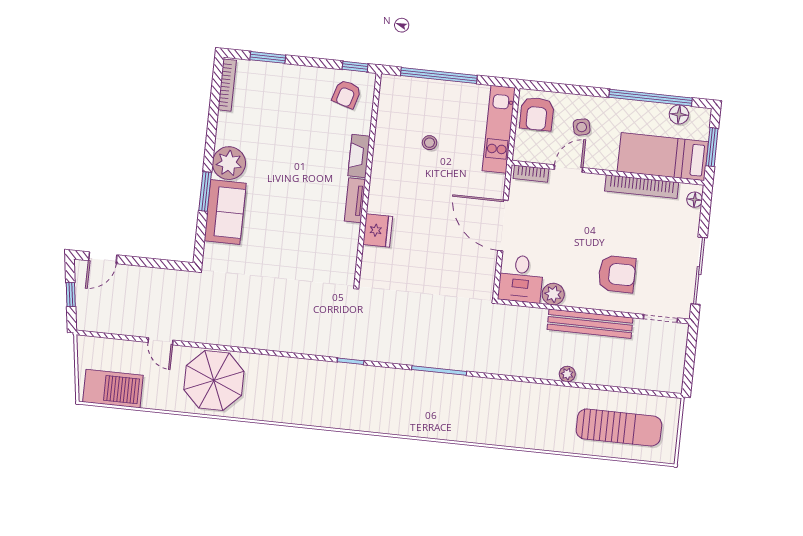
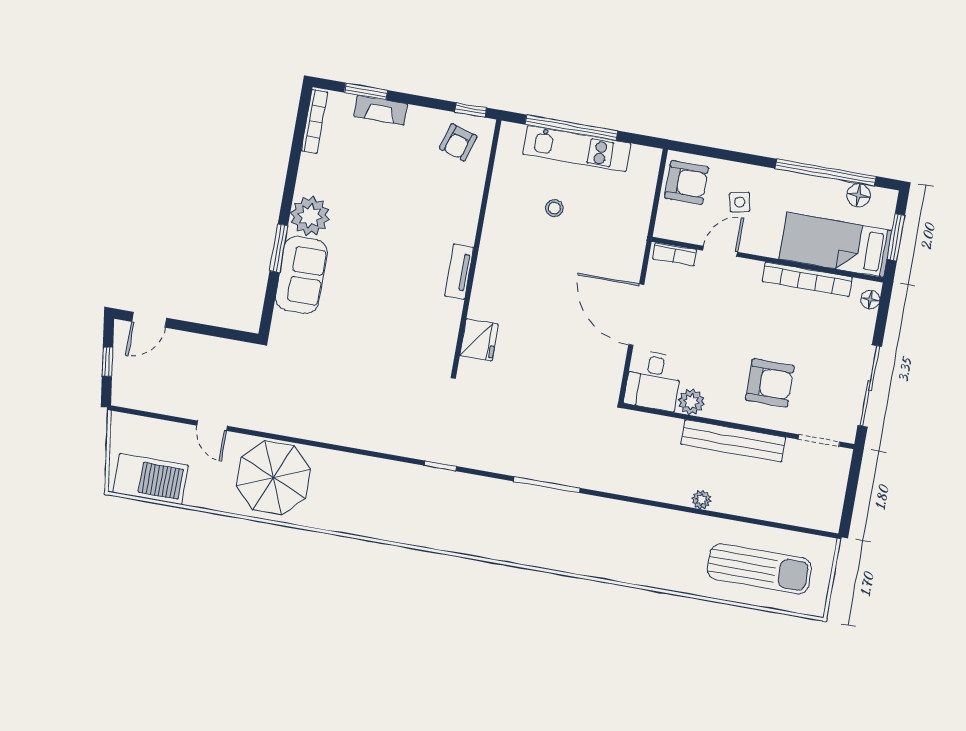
armchair: (537, 114) -> (687, 182), turned -90
kitchen unit: (499, 129) -> (577, 149), moved, turned -90
fireplace: (359, 156) -> (381, 110), moved, turned -90
fridge: (378, 230) -> (479, 340), moved

